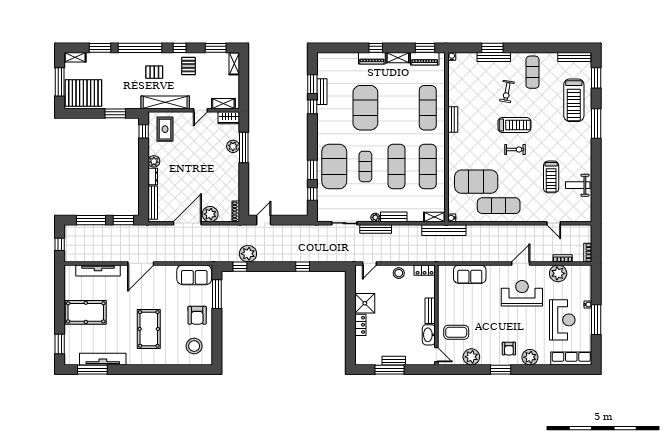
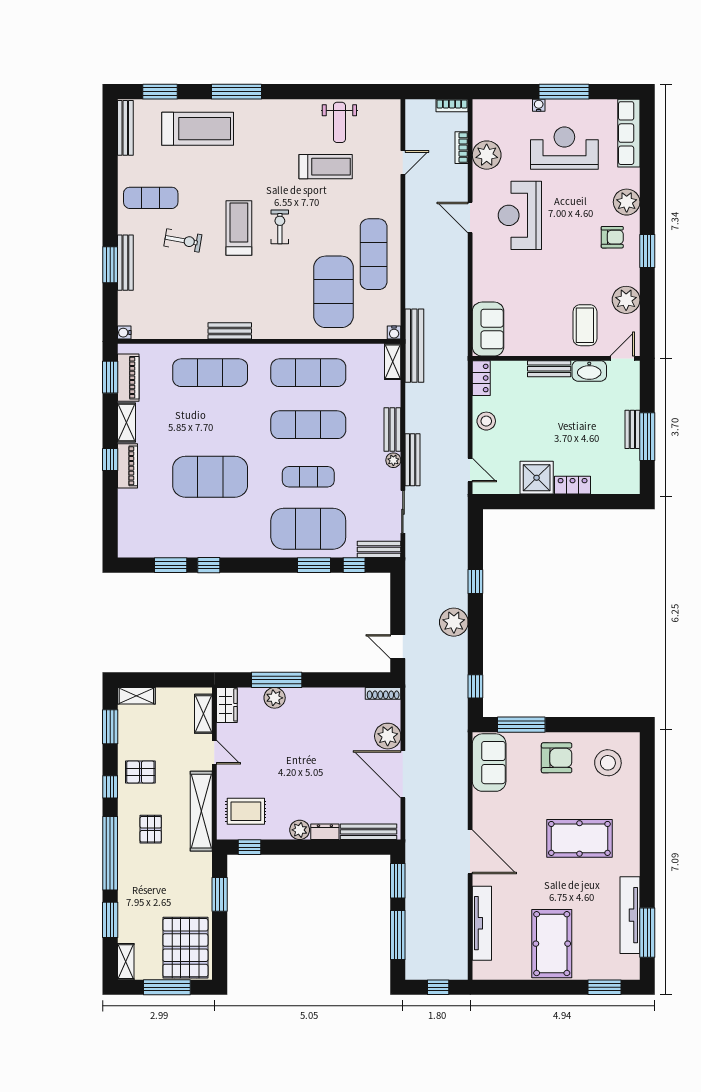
bench: (322, 92) -> (379, 549), moved
plant: (248, 254) -> (454, 622), moved
sofa: (470, 274) -> (488, 329), moved

